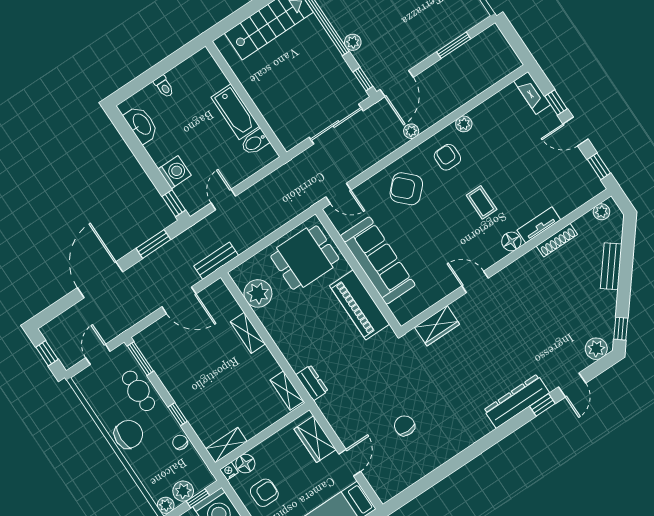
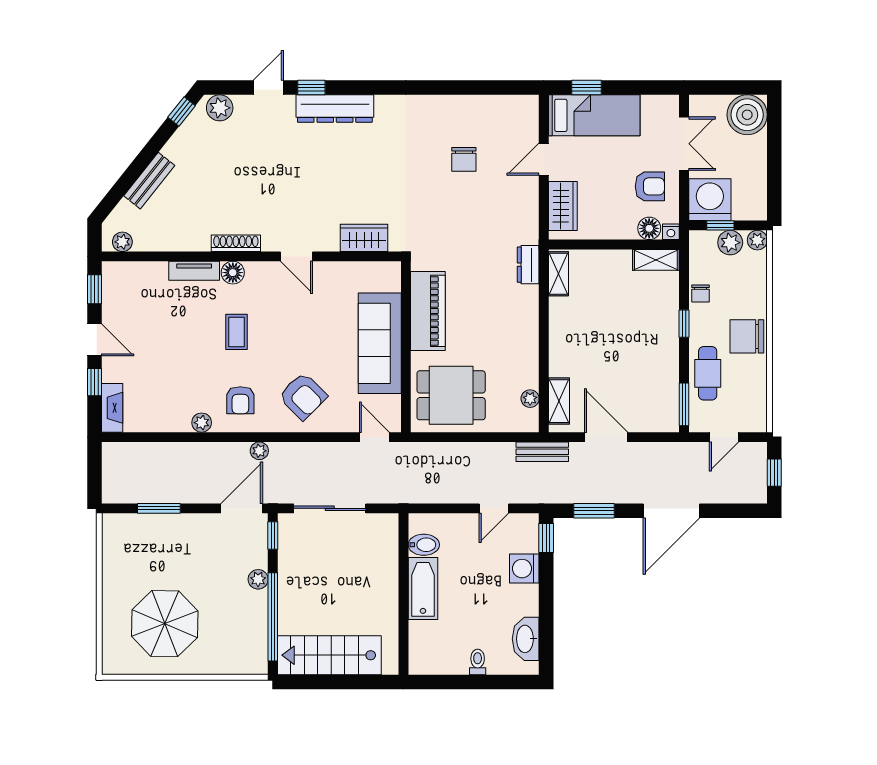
shoe rack: (557, 240) -> (236, 243), moved
plant: (258, 293) -> (530, 399), width x0.53, depth x0.53
shelving: (248, 333) -> (559, 401), moved
armchair: (264, 493) -> (650, 186), turned 180

